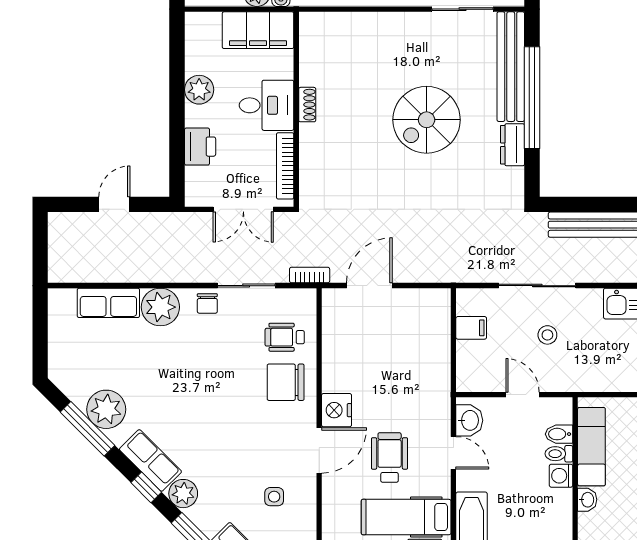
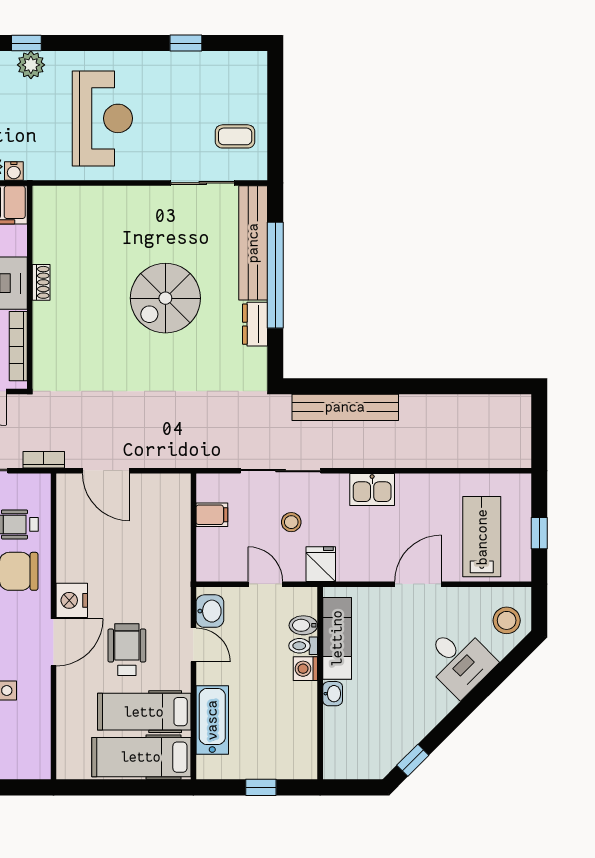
door: (369, 286) -> (106, 471), swing flipped
fridge: (576, 375) -> (321, 564), added

